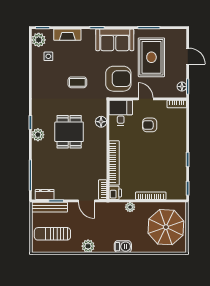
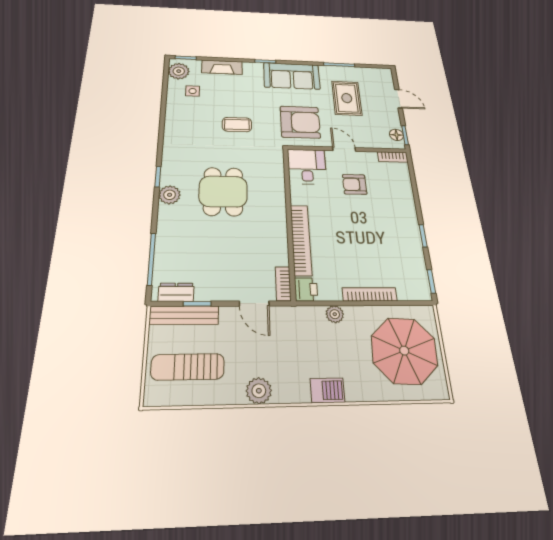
rug: (151, 57) -> (347, 98), width x0.73, depth x0.70
floor lamp: (101, 122) -> (276, 178), removed

